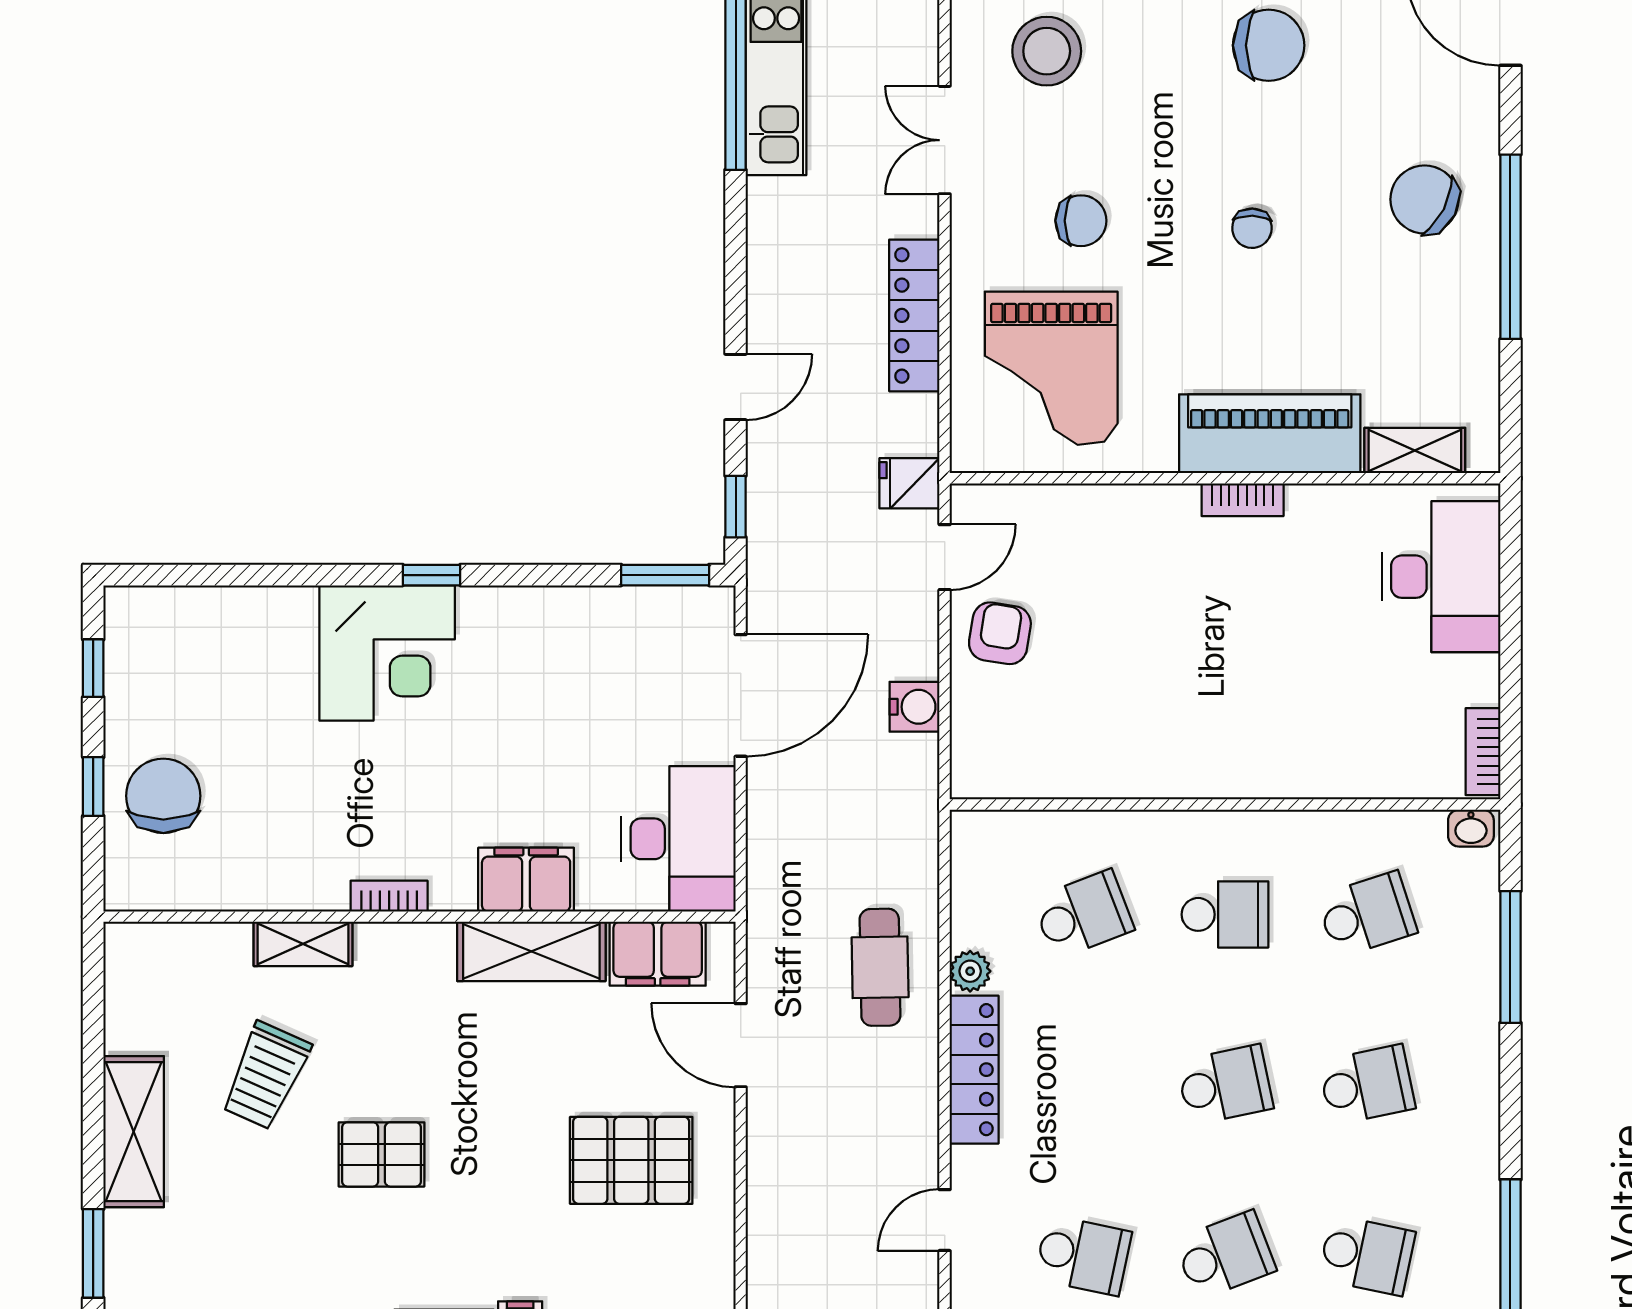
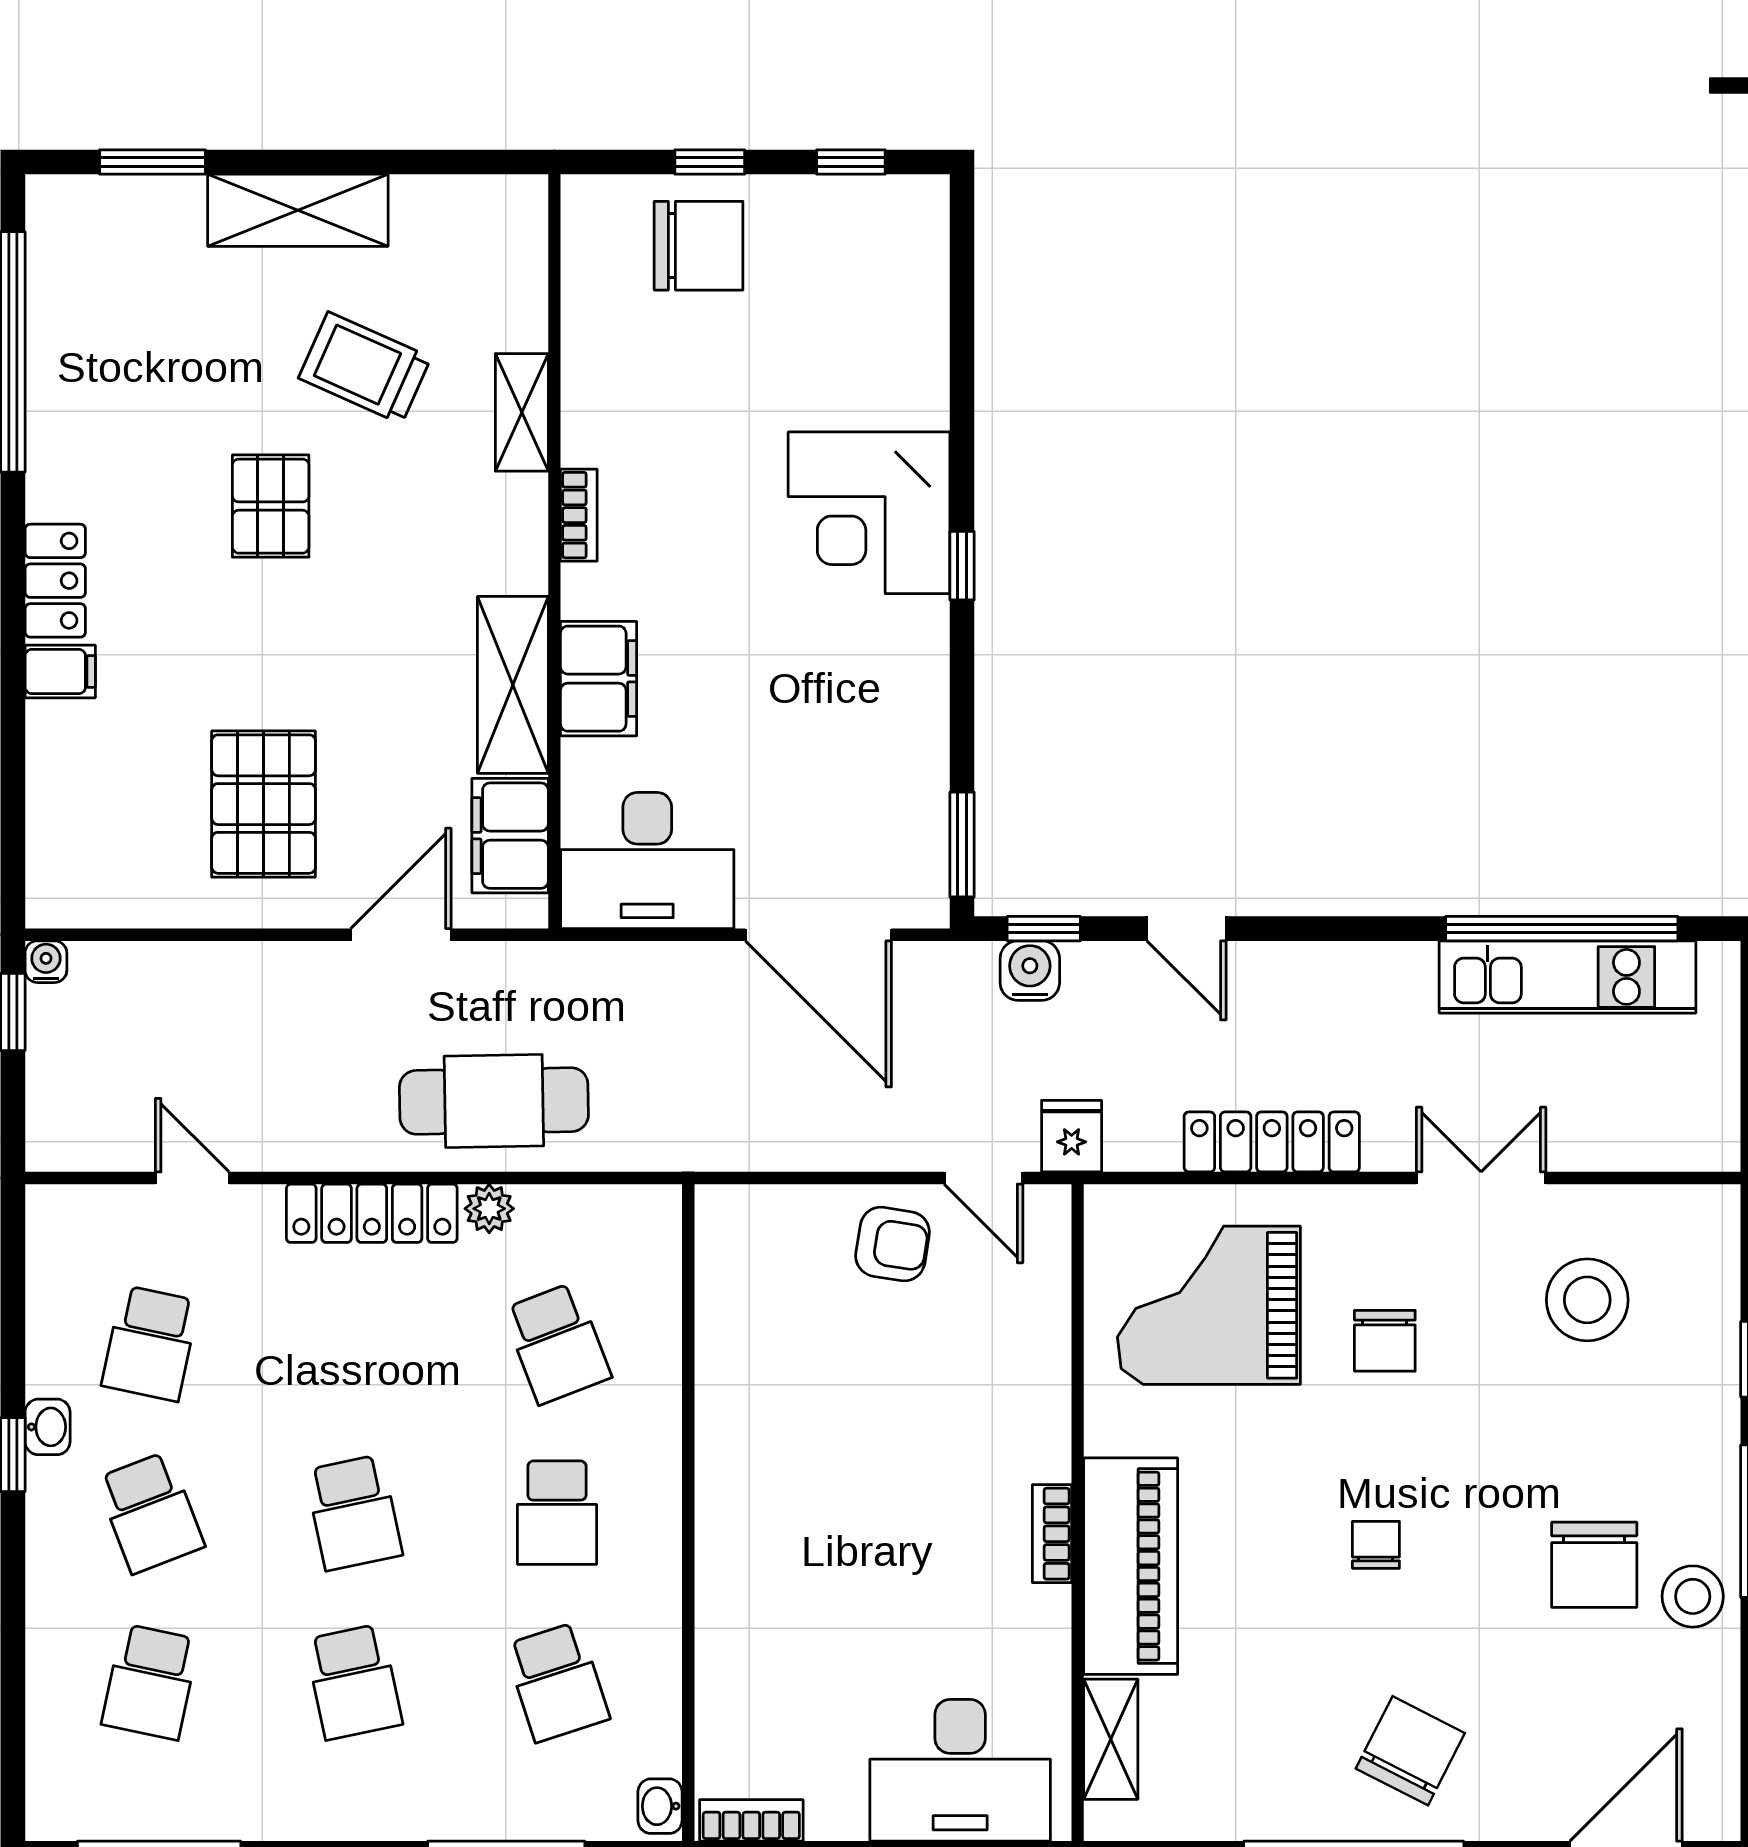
chair: (1252, 228) -> (1376, 1545), turned 88
water cooler: (915, 707) -> (1030, 971), moved, turned 180
cafe table: (880, 967) -> (494, 1101), width x1.37, depth x1.35

